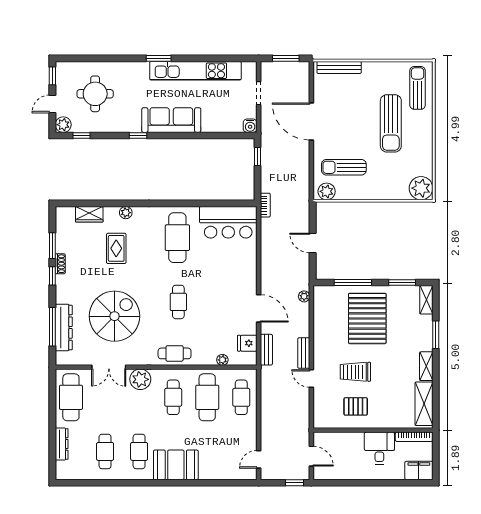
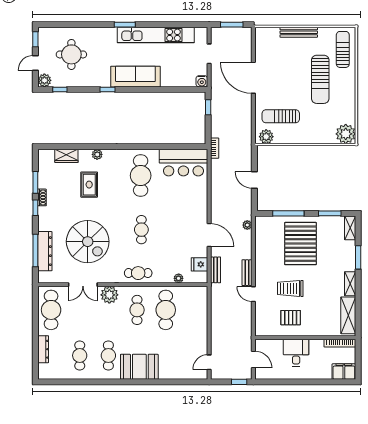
bench: (339, 67) -> (299, 32), moved
spiral stairs: (114, 316) -> (88, 242), turned 90
cafe table: (241, 397) -> (194, 310), removed
desk: (379, 448) -> (296, 353), moved

